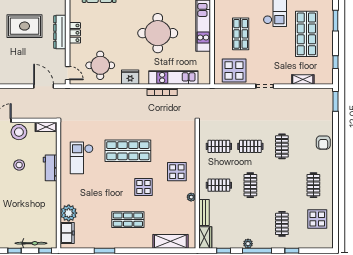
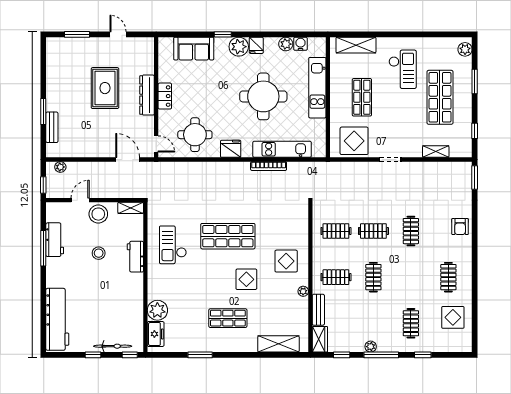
rug: (25, 26) -> (105, 88), turned 90

